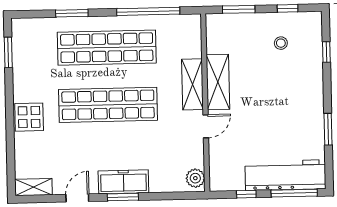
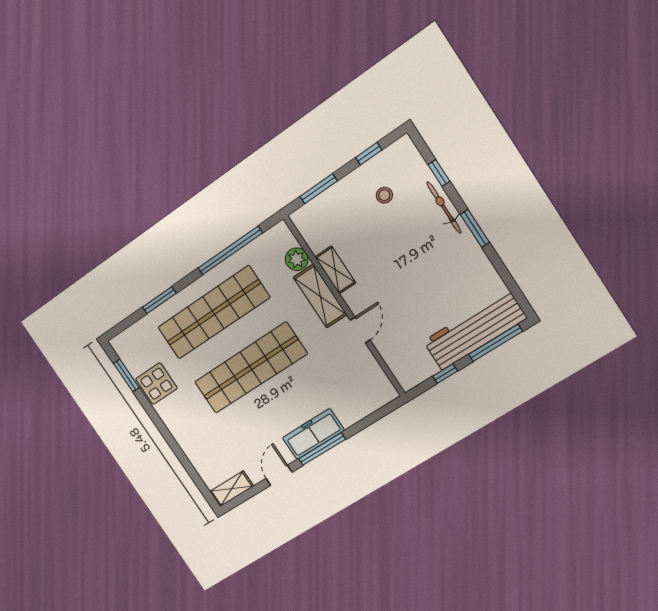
bicycle: (316, 77) -> (444, 207), added
shelving: (218, 82) -> (335, 270), width x0.67, depth x0.75
display table: (29, 117) -> (156, 384), moved
window: (328, 129) -> (475, 228), moved
plant: (195, 178) -> (297, 259), moved
window: (123, 197) -> (322, 449), width x1.44

